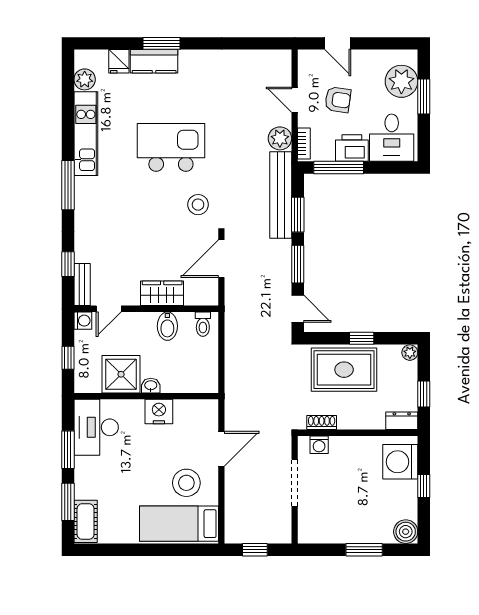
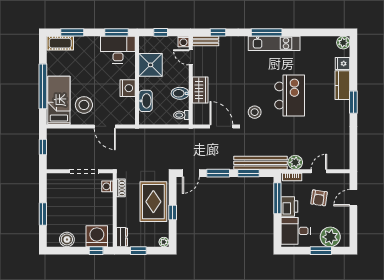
window: (162, 43) -> (353, 102), moved
plant: (85, 79) -> (343, 43), moved
kitchen unit: (86, 134) -> (274, 43), moved
washbasin: (151, 386) -> (146, 101), moved, width x1.91, depth x1.45
window: (68, 450) -> (117, 32), moved
window: (424, 486) -> (96, 251), moved
boiler: (406, 532) -> (67, 239), moved
window: (156, 550) -> (43, 86), added

